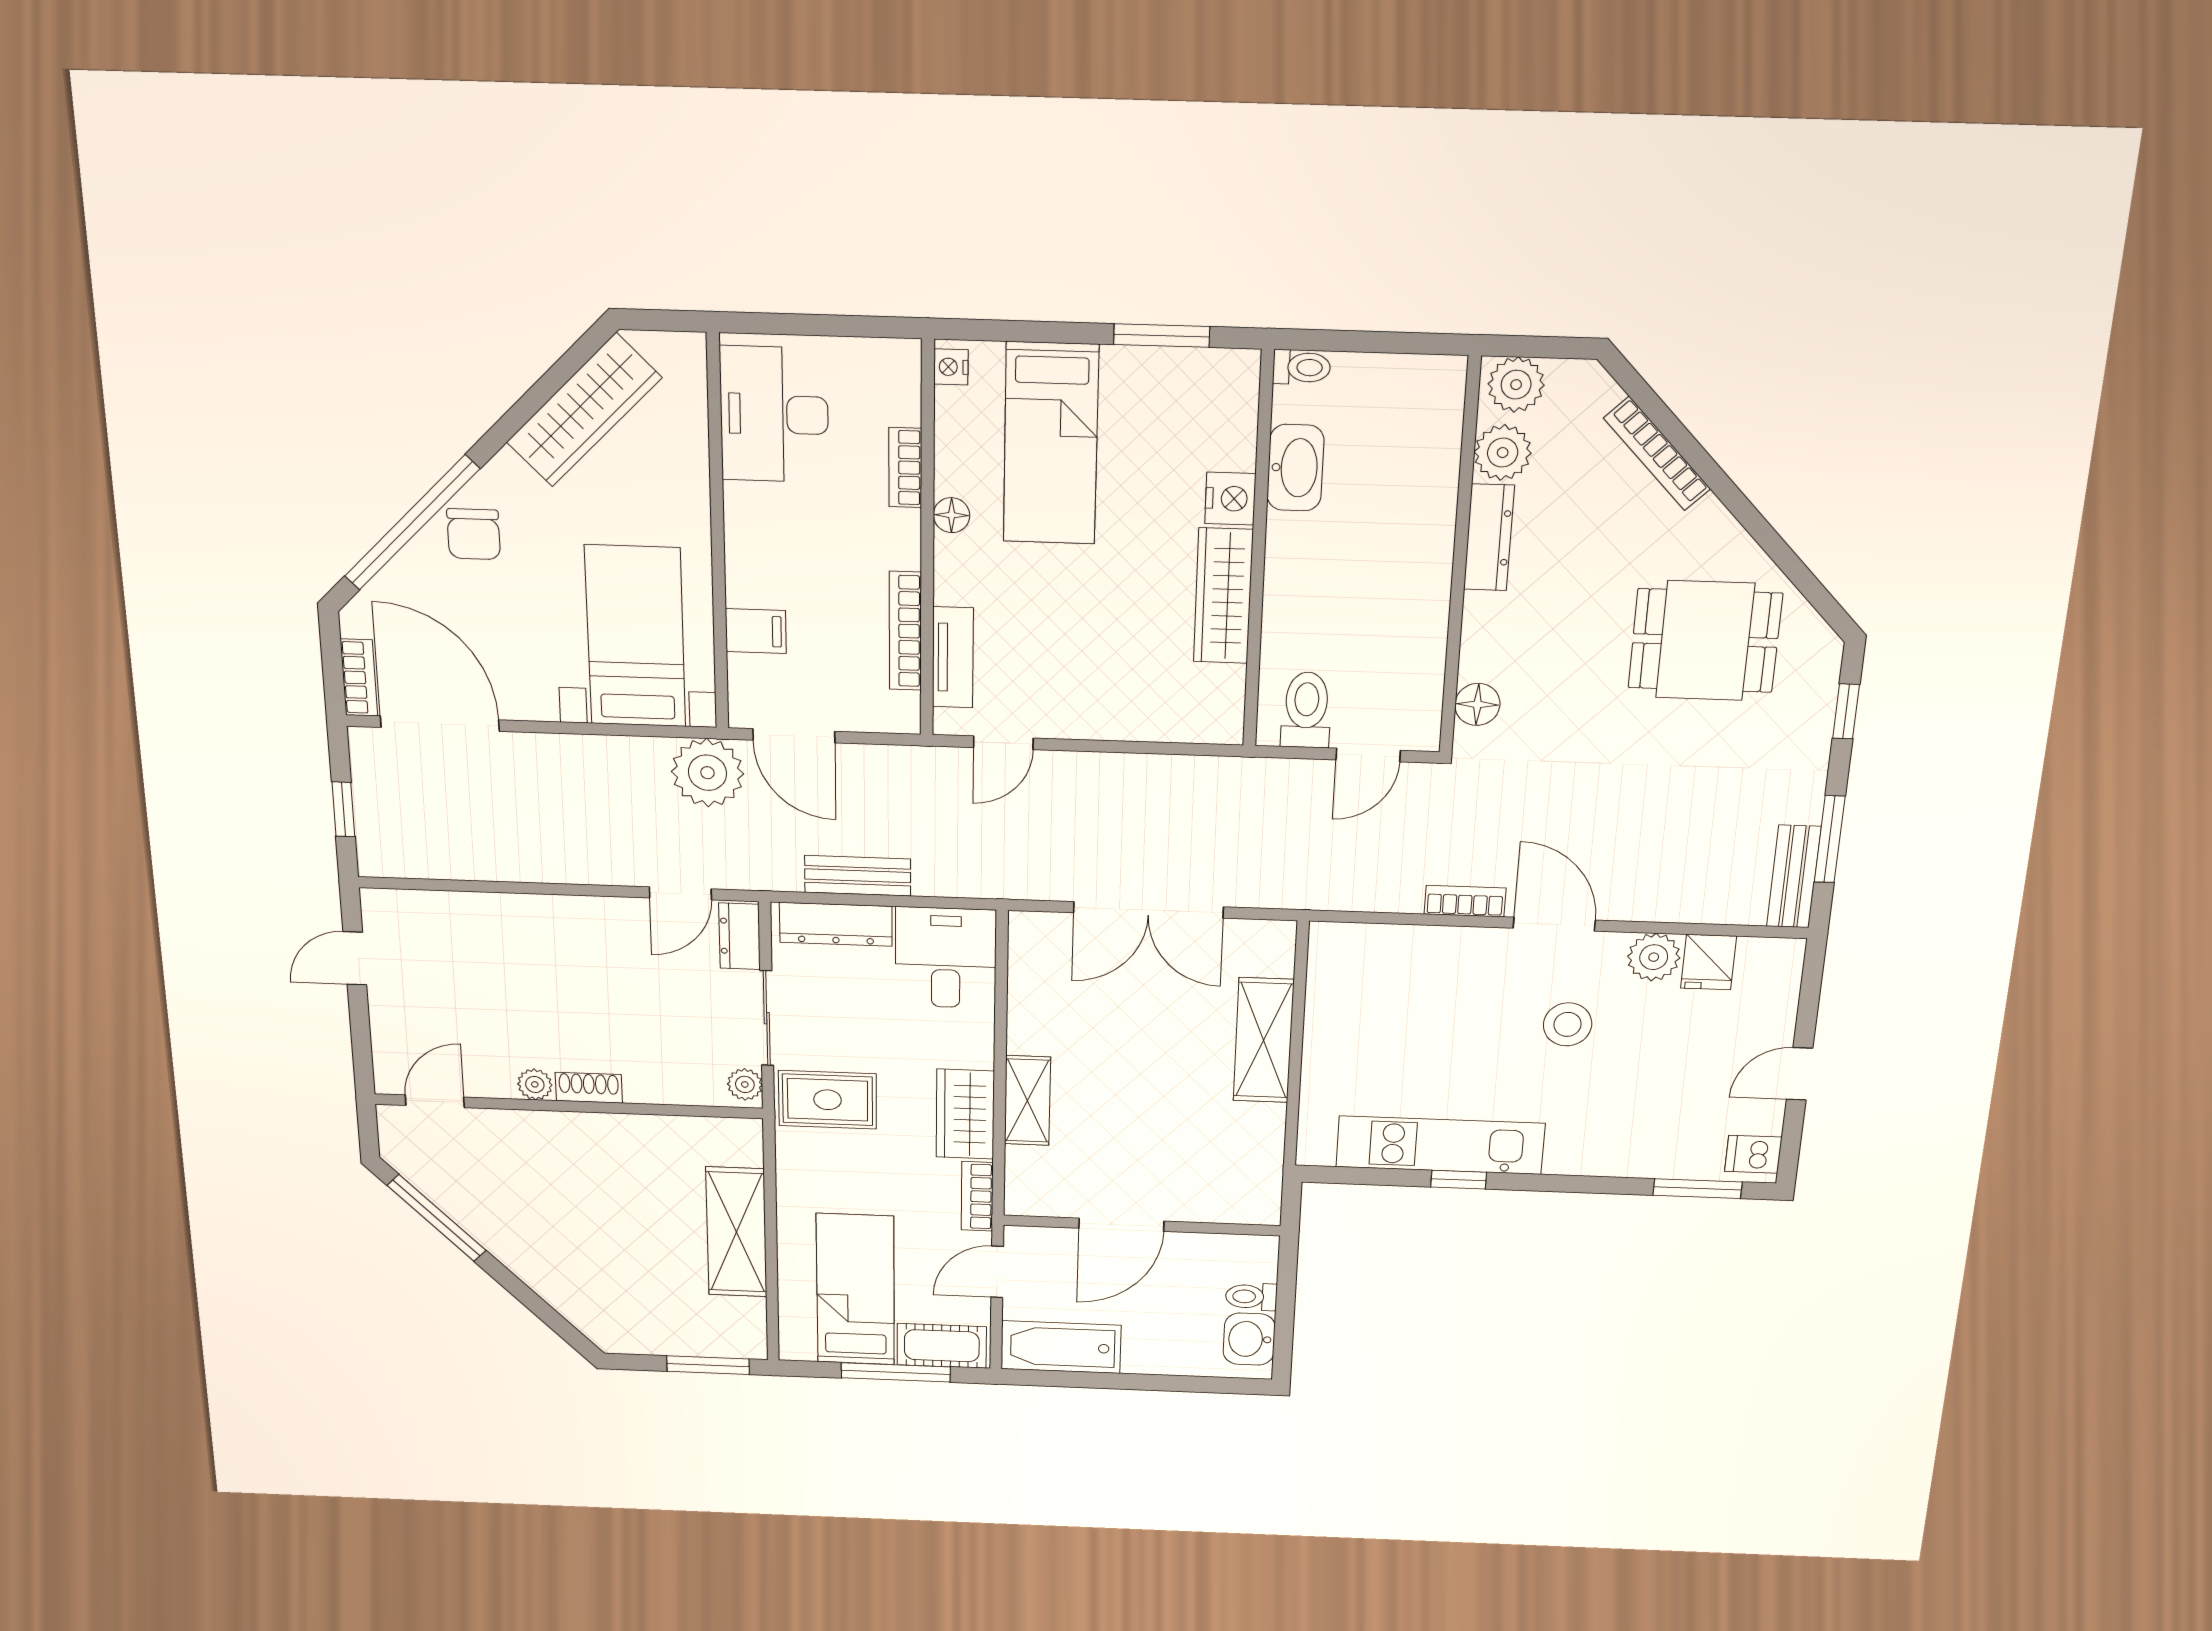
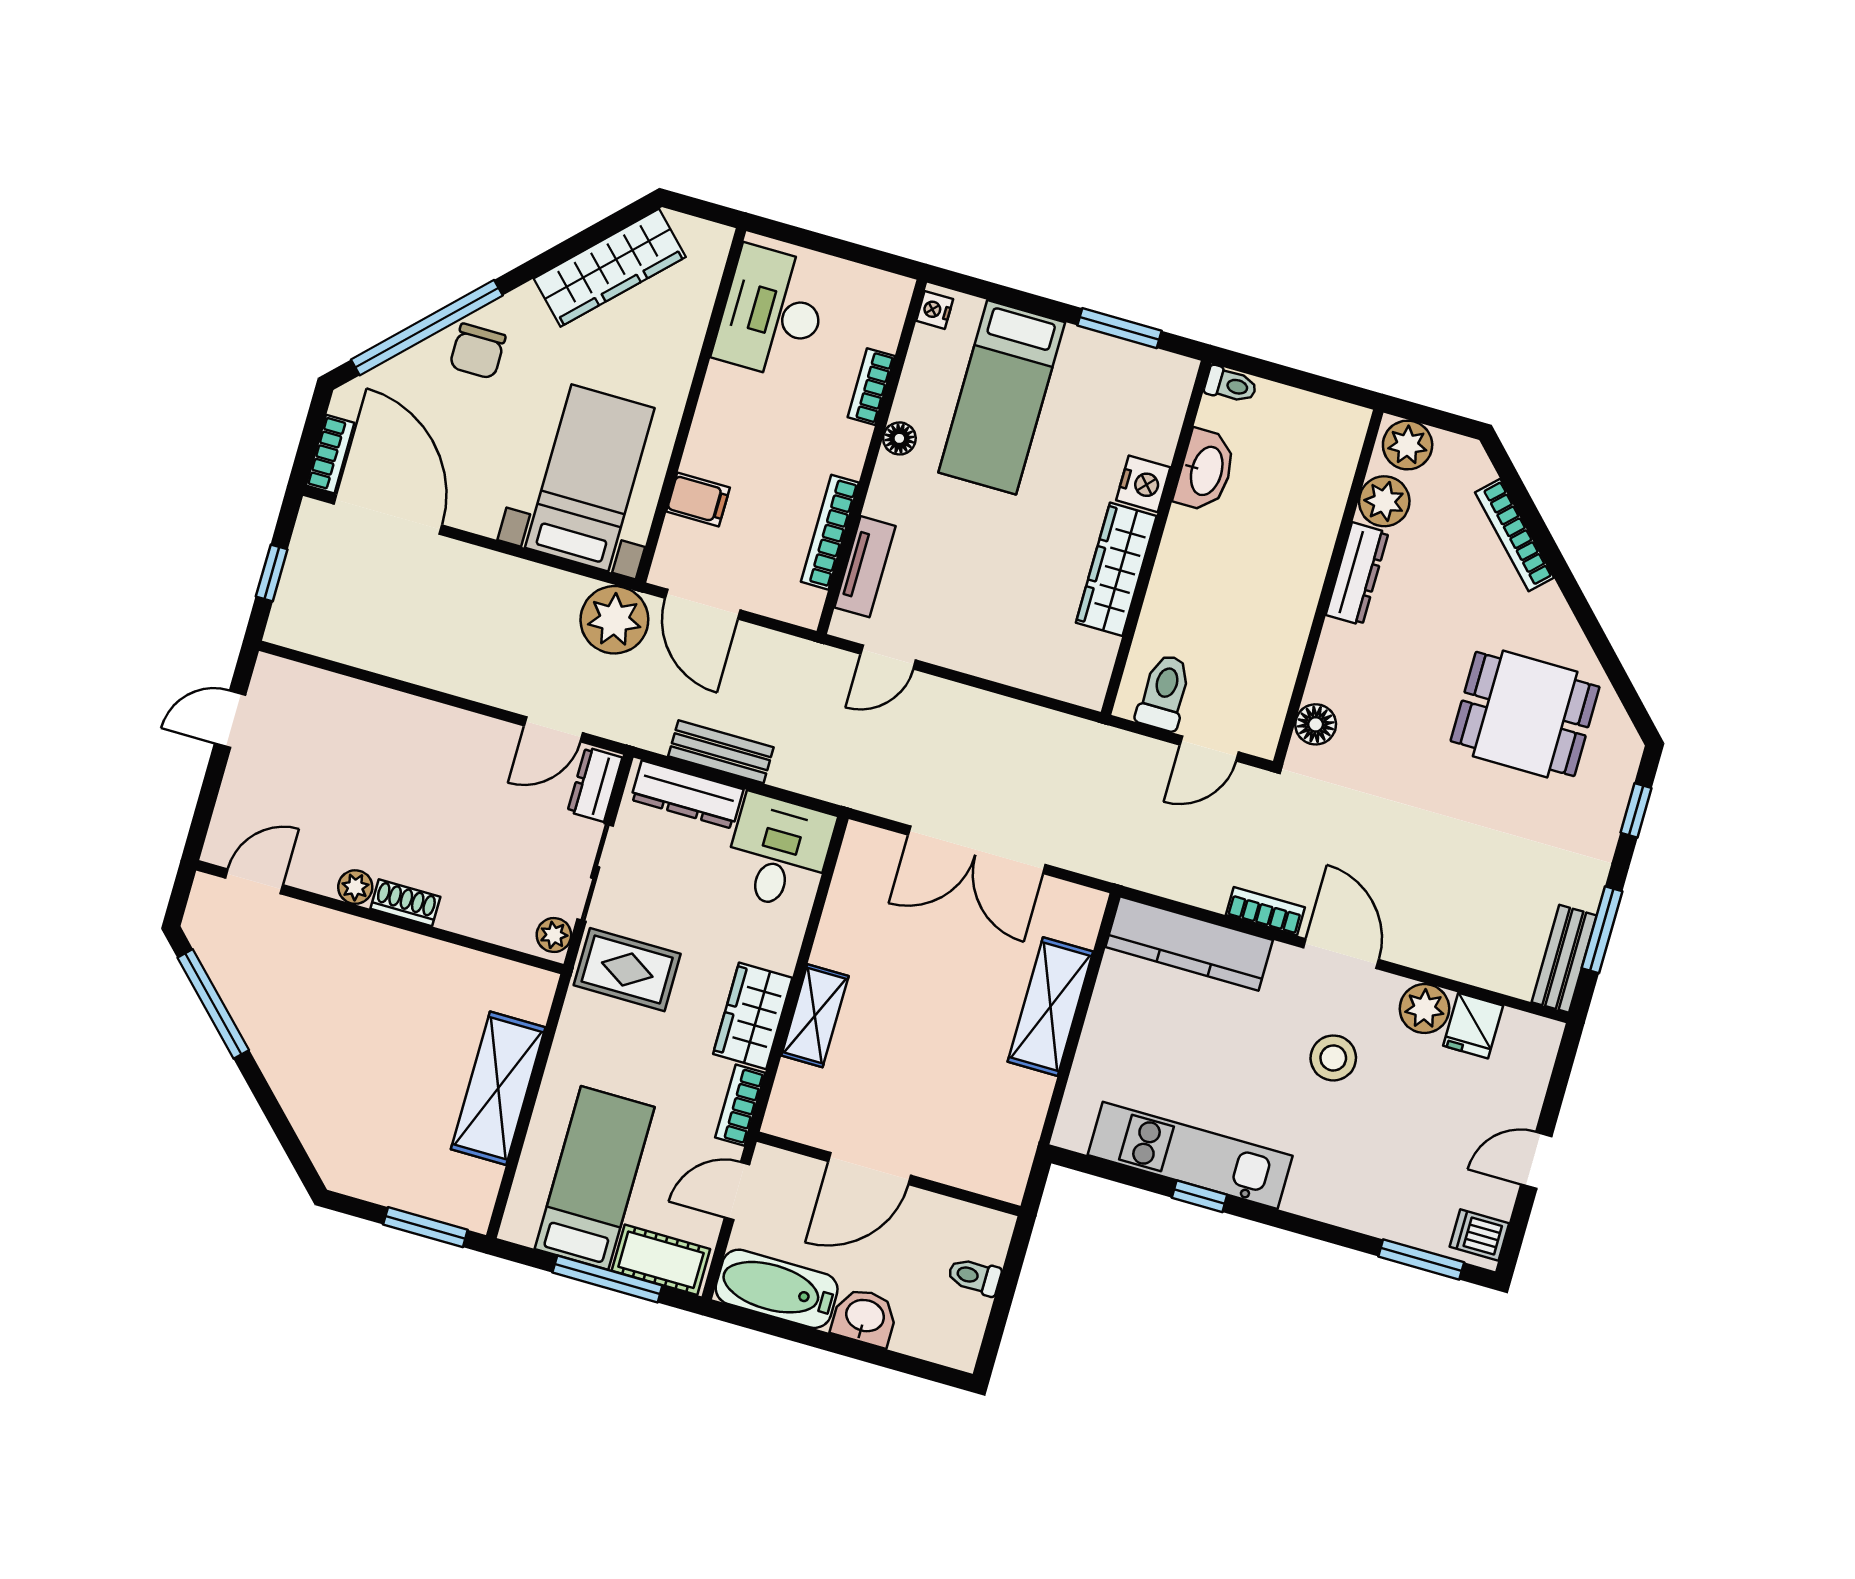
kitchen counter: (1392, 950) -> (1189, 943), added
washbasin: (1249, 1339) -> (865, 1317), moved, turned 90

